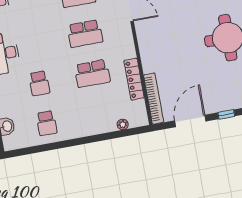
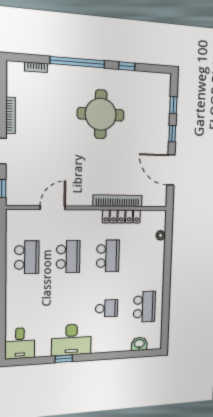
bookcase: (154, 99) -> (118, 201), moved
school desk: (47, 123) -> (144, 307), width x1.85

